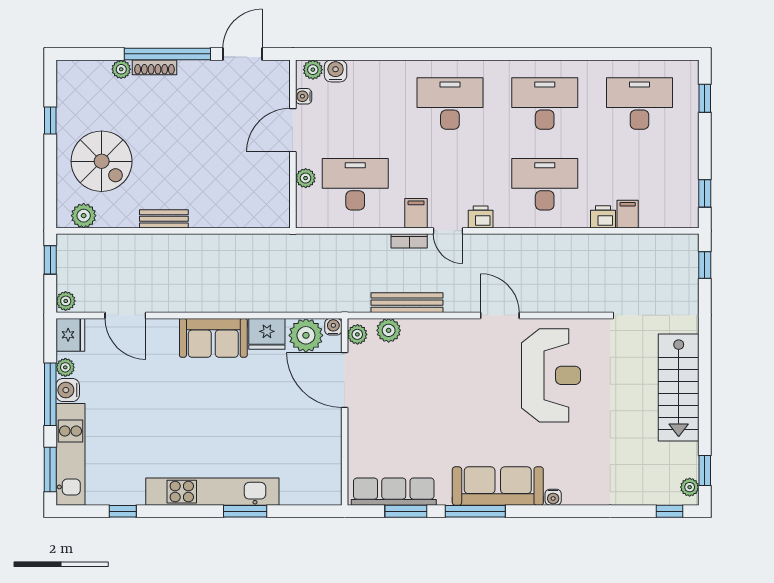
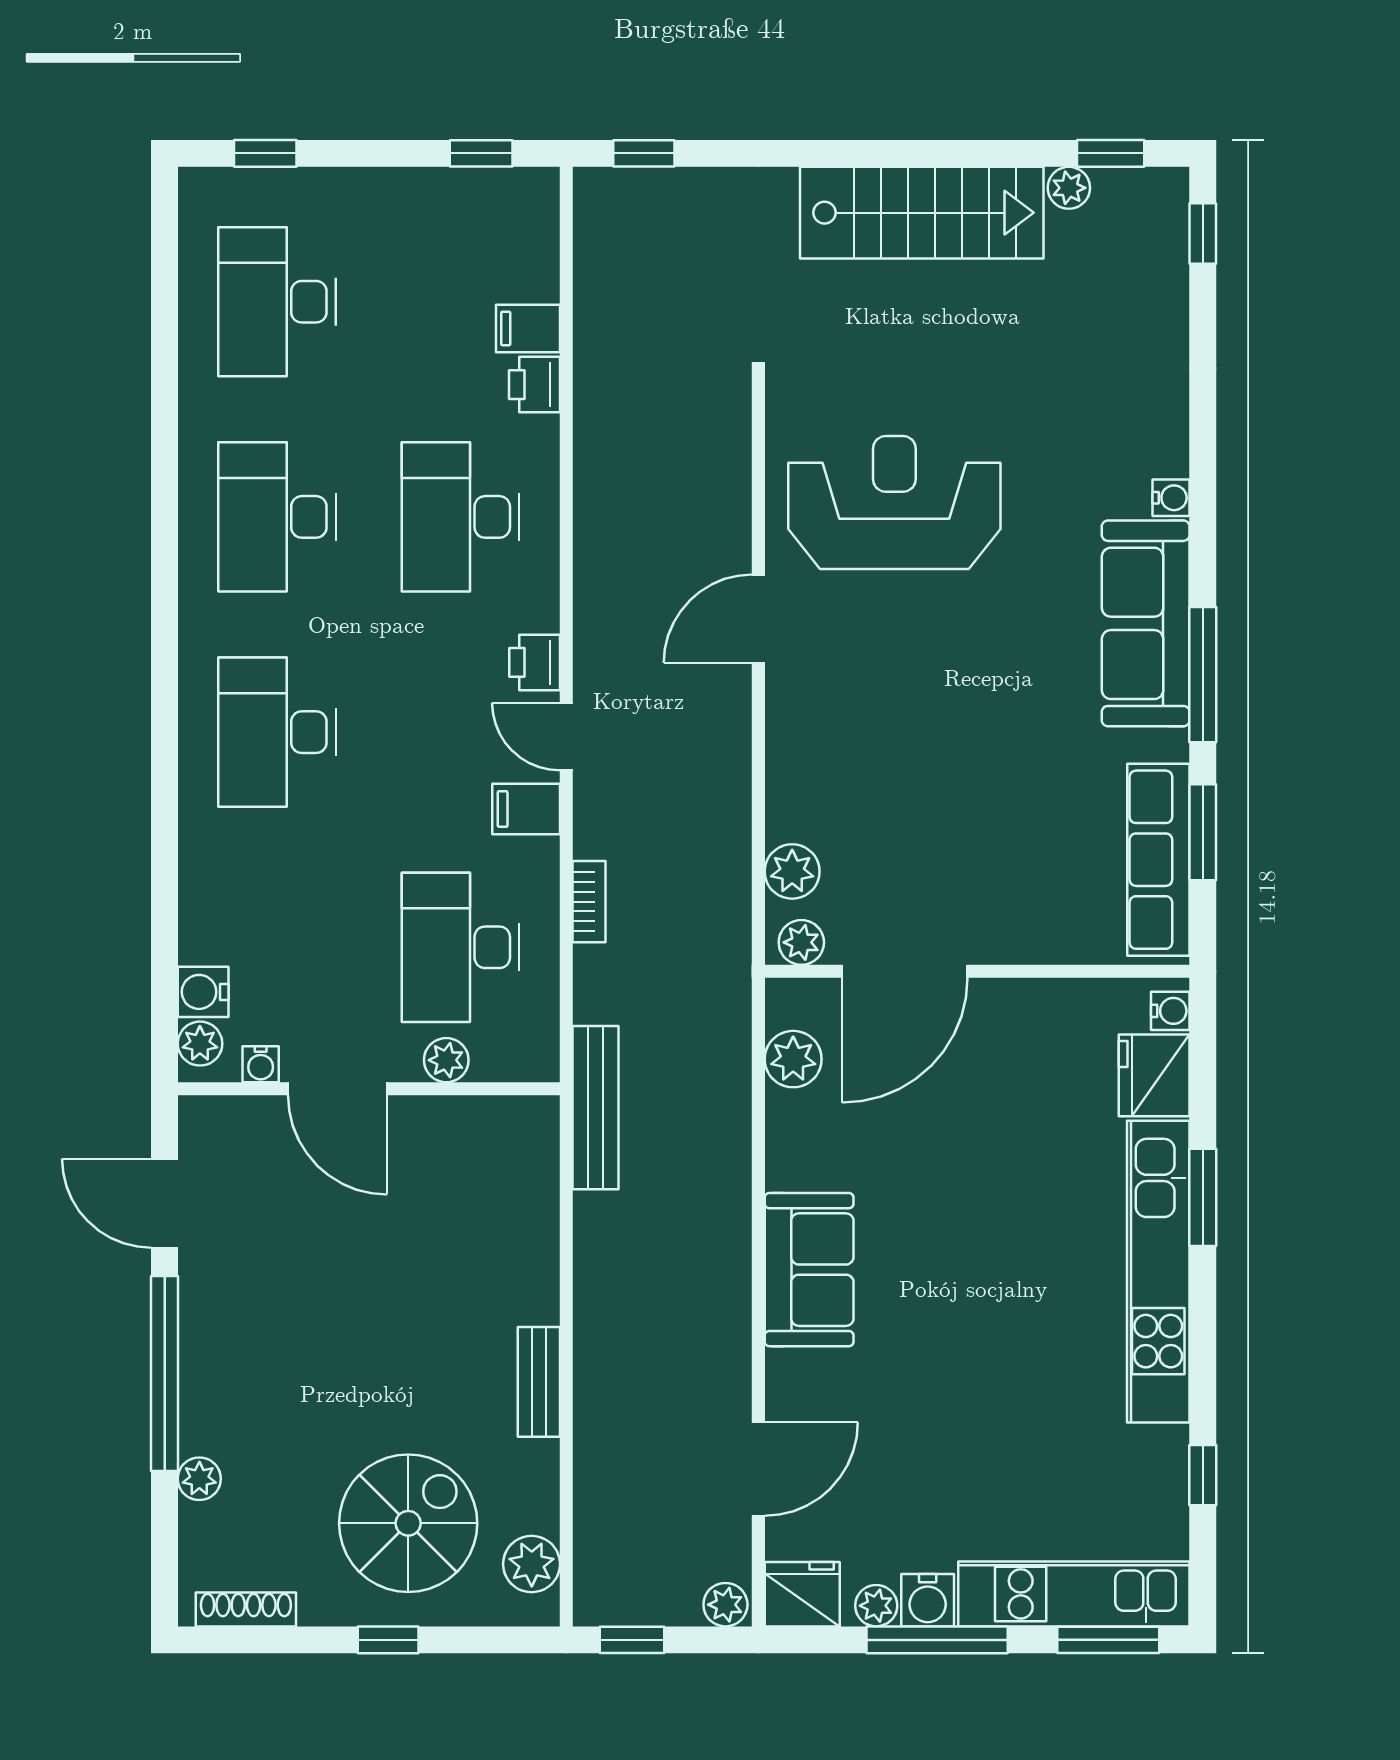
shoe rack: (155, 67) -> (246, 1609), moved, turned -90
window: (50, 120) -> (388, 1640), moved
door: (448, 231) -> (566, 737), swing flipped
bookcase: (409, 241) -> (589, 902), moved
bench: (407, 303) -> (596, 1108), moved
water cooler: (333, 327) -> (1170, 1011), moved, turned 180
fridge: (267, 334) -> (1154, 1075), moved, turned 180
plant: (306, 335) -> (793, 1059), width x0.73, depth x0.73
plant: (690, 487) -> (1069, 188), moved

